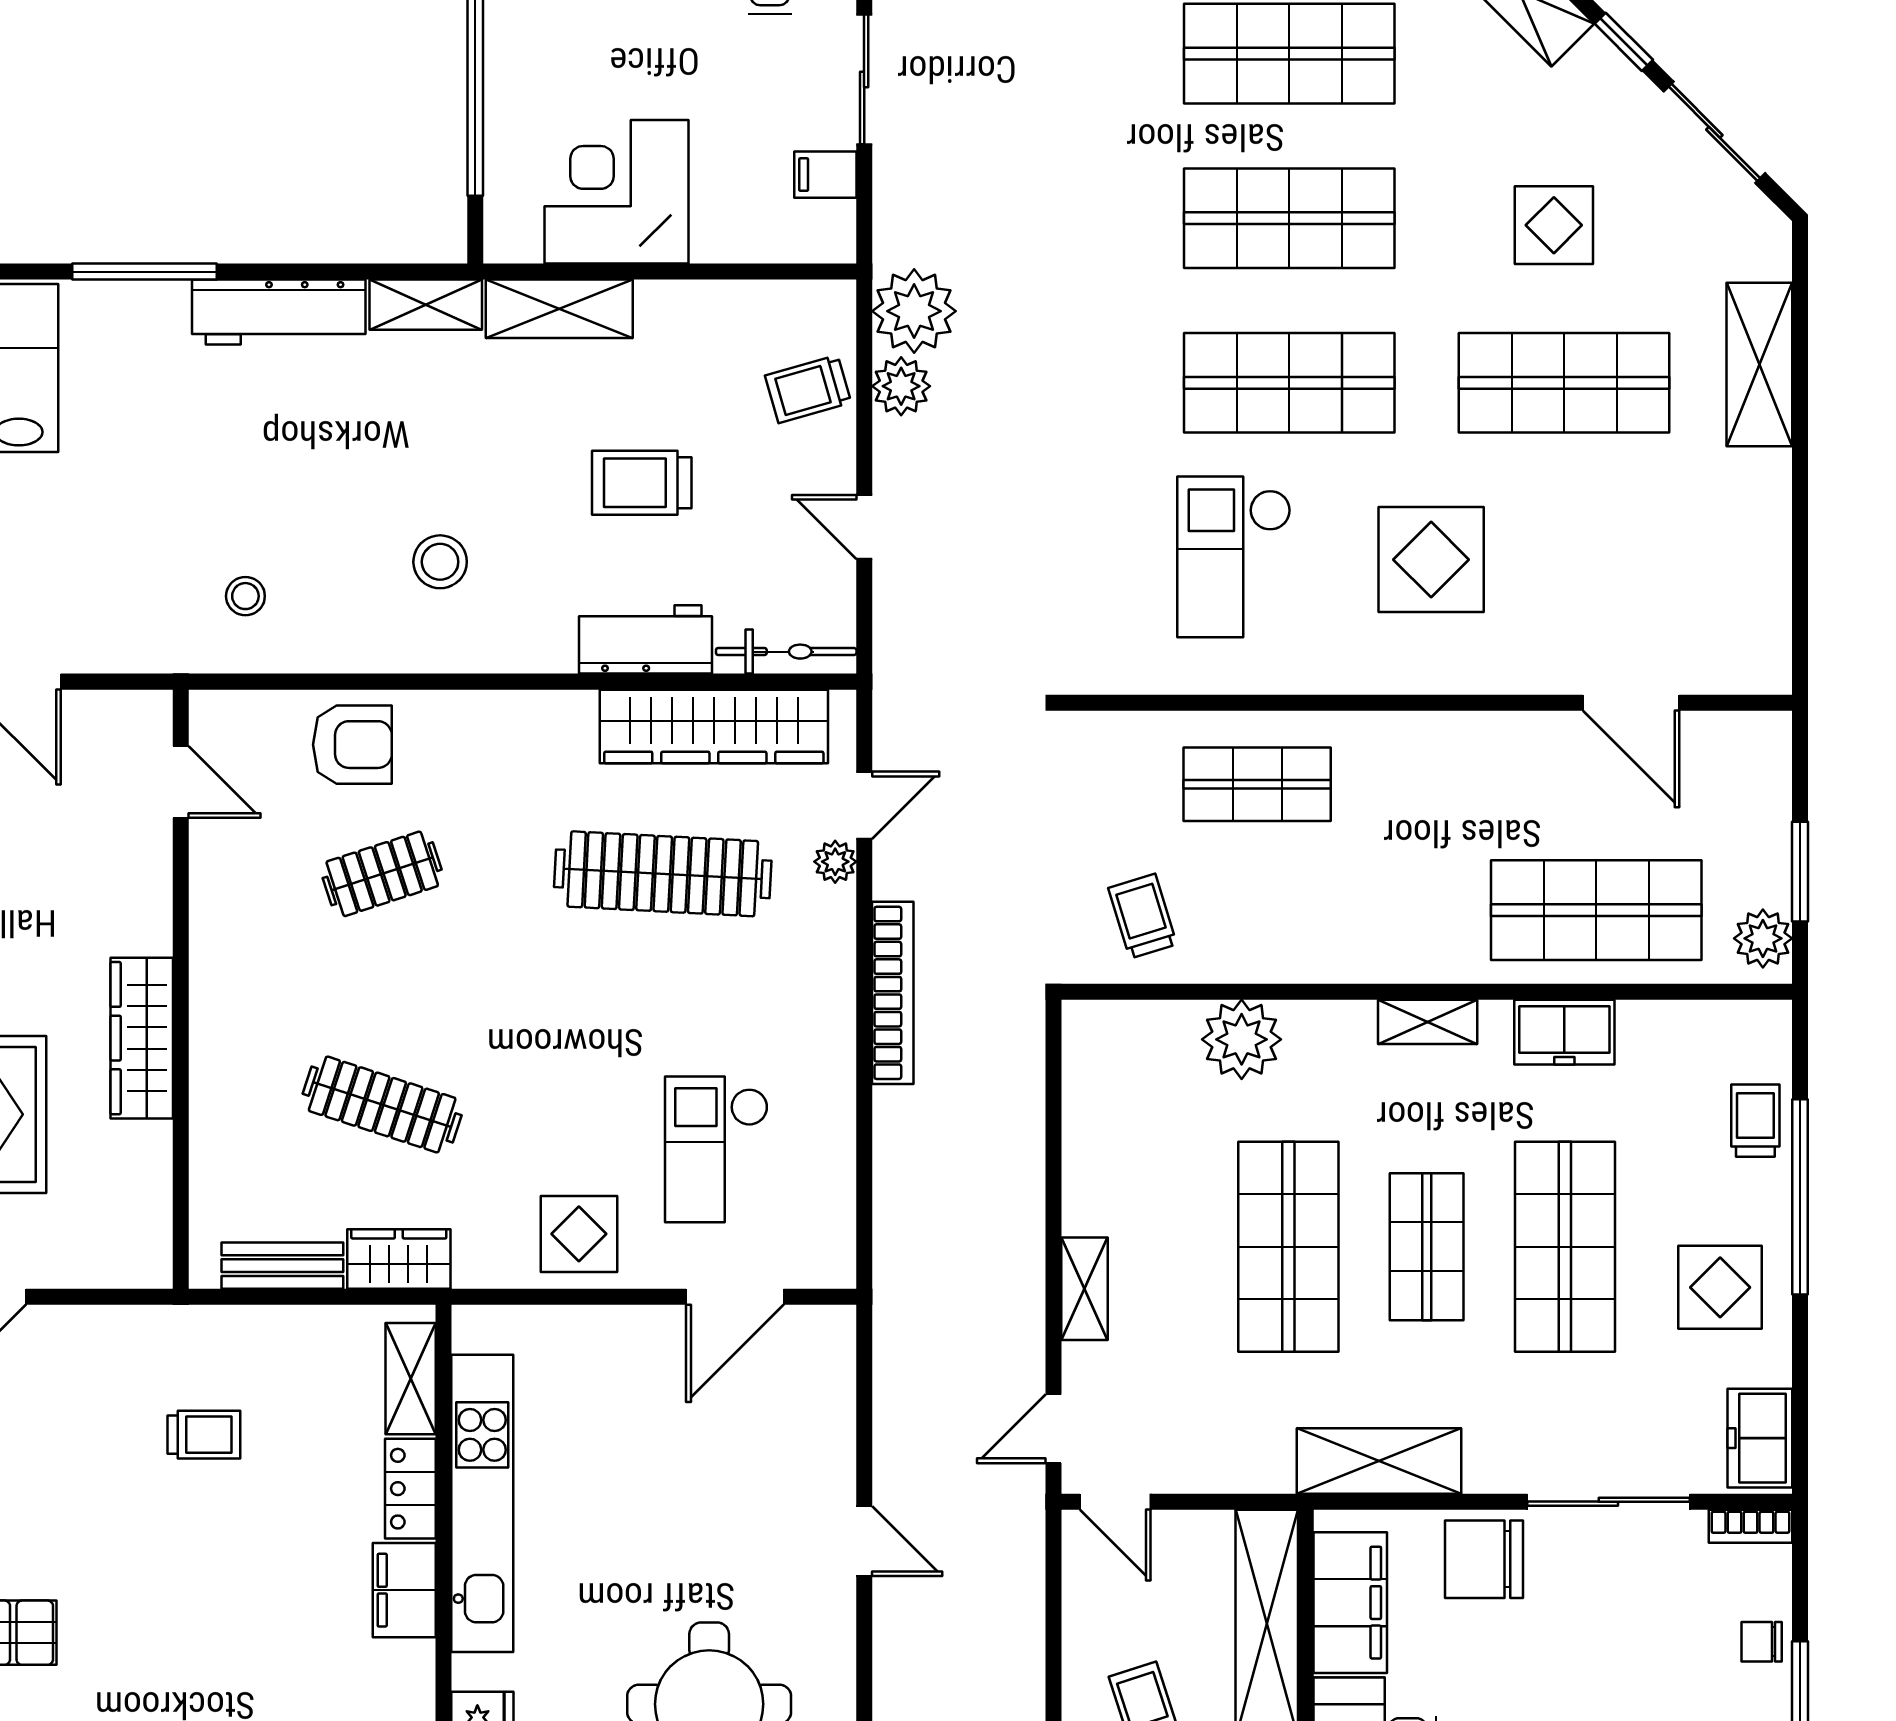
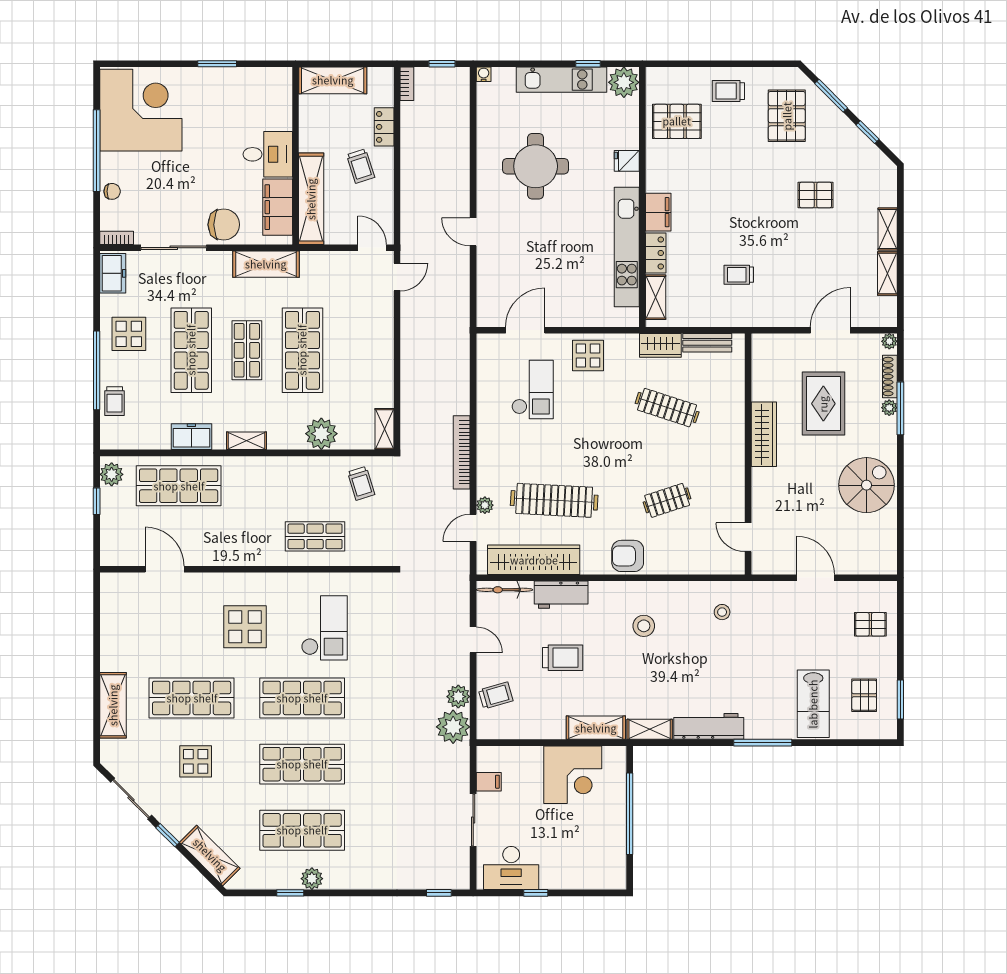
armchair: (352, 745) -> (628, 556), moved
window: (1800, 872) -> (97, 501), width x0.67
shelving: (1084, 1289) -> (385, 429), moved

